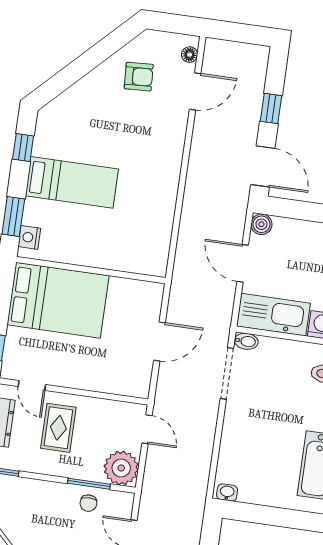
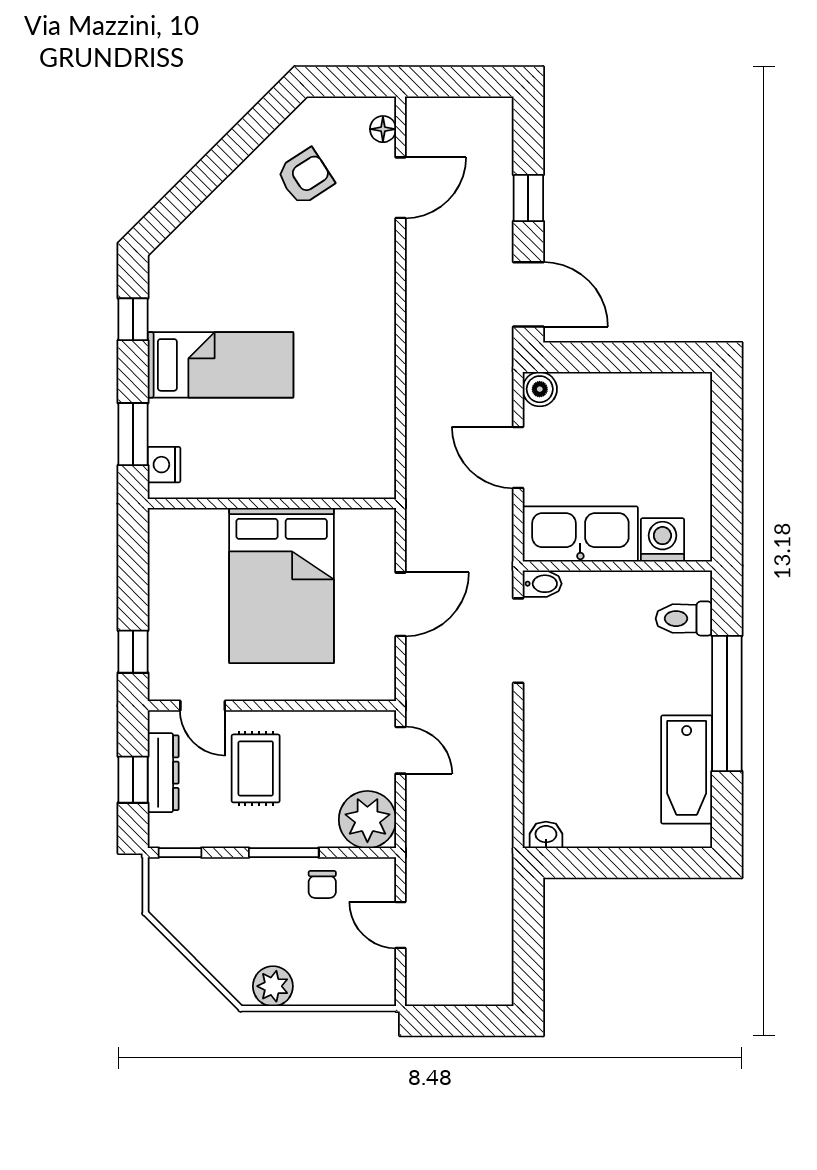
armchair: (139, 77) -> (305, 177), turned -30
bed: (58, 300) -> (282, 586), moved, turned 90
window: (89, 484) -> (284, 853), moved

